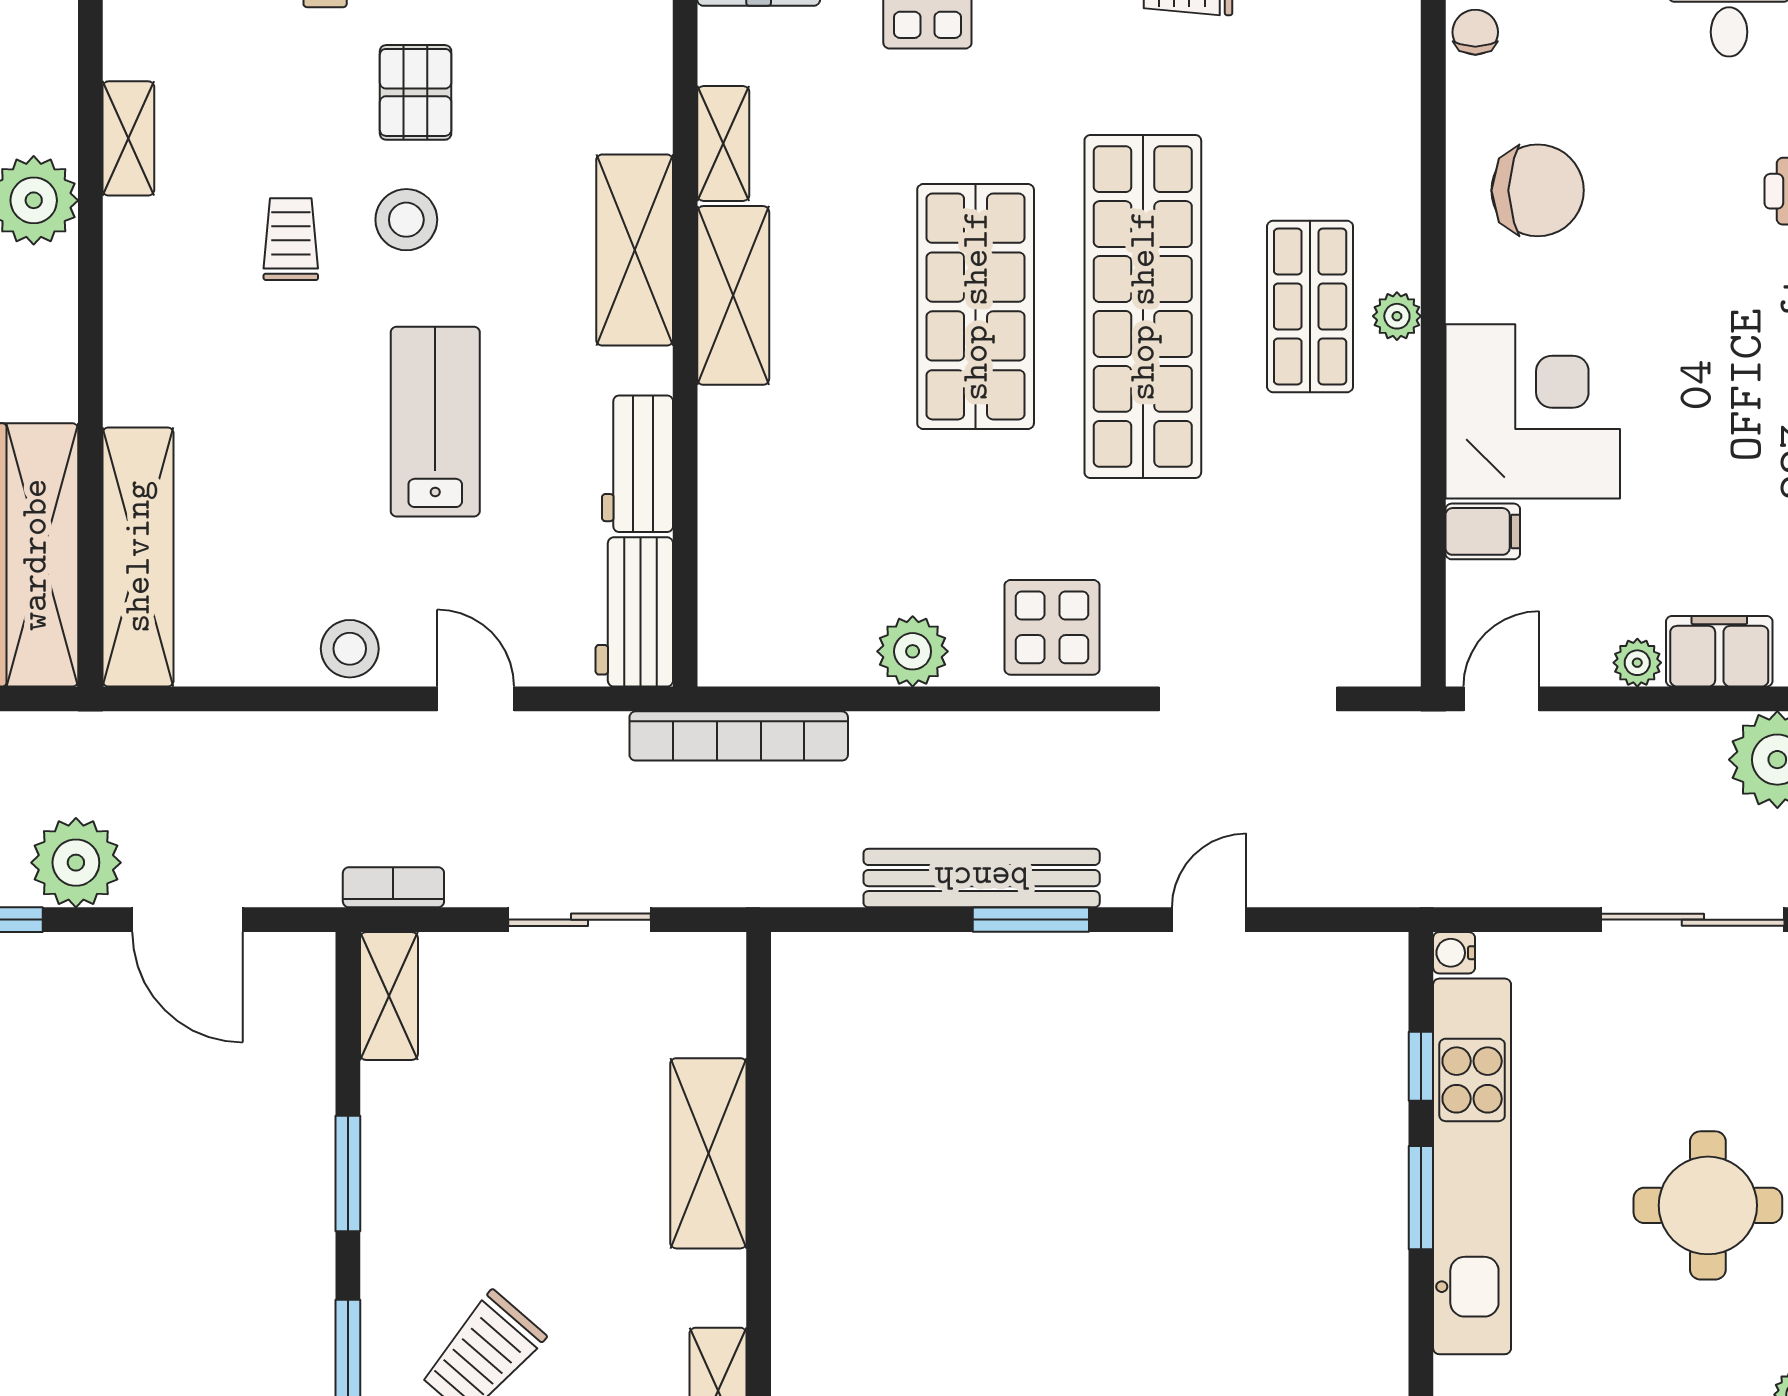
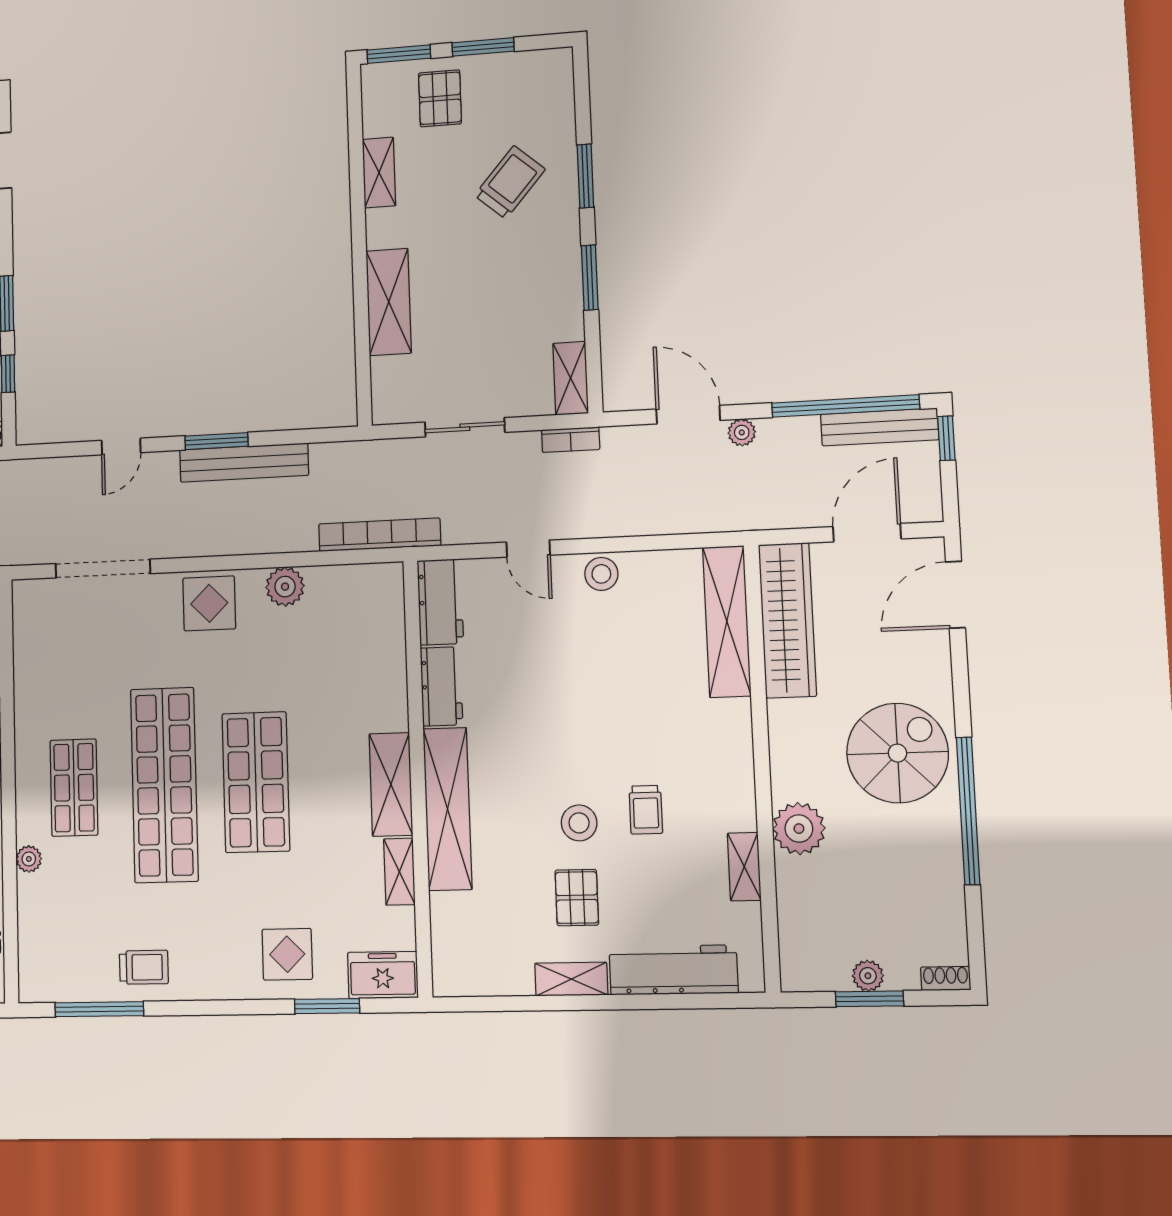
shelving: (635, 250) -> (447, 809), width x1.47
plant: (1397, 316) -> (29, 859), moved
lab bench: (435, 422) -> (558, 706), removed
plant: (76, 863) -> (742, 432), width x0.53, depth x0.53

